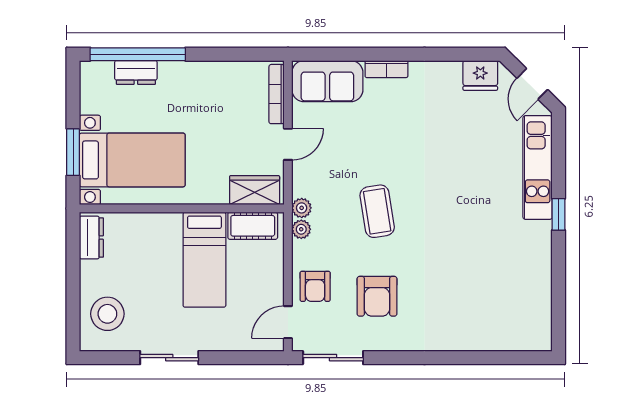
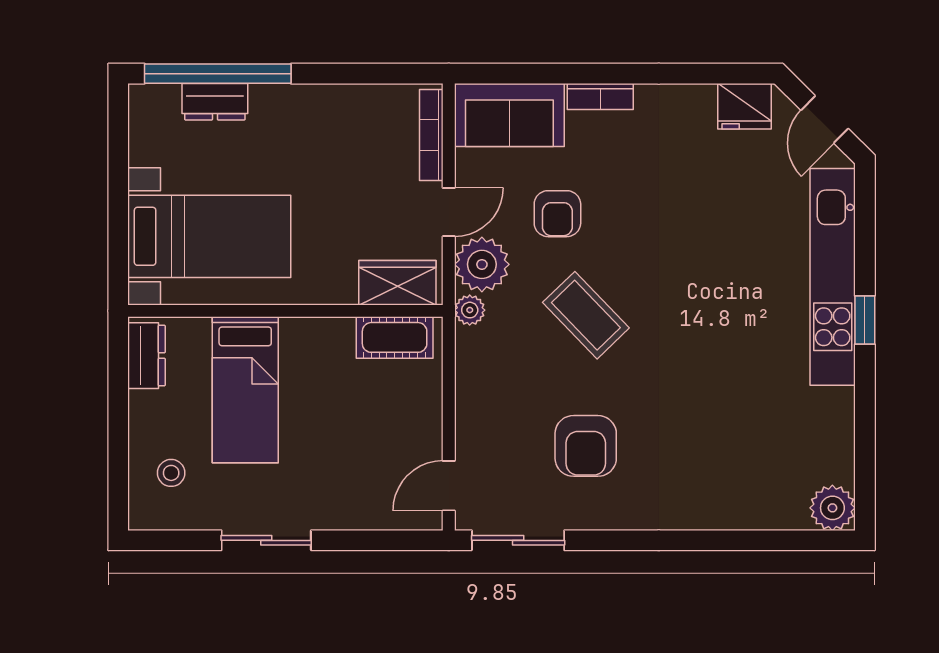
window: (73, 152) -> (118, 224), removed
kitchen unit: (538, 167) -> (833, 277), width x1.36
coffee table: (377, 211) -> (586, 315), turned -35
plant: (301, 229) -> (482, 264), moved, width x1.87, depth x1.87
bed: (204, 260) -> (245, 390), moved
armchair: (315, 286) -> (557, 214), moved
stool: (107, 314) -> (171, 473), width x0.53, depth x0.53
plant: (537, 337) -> (832, 508), added

